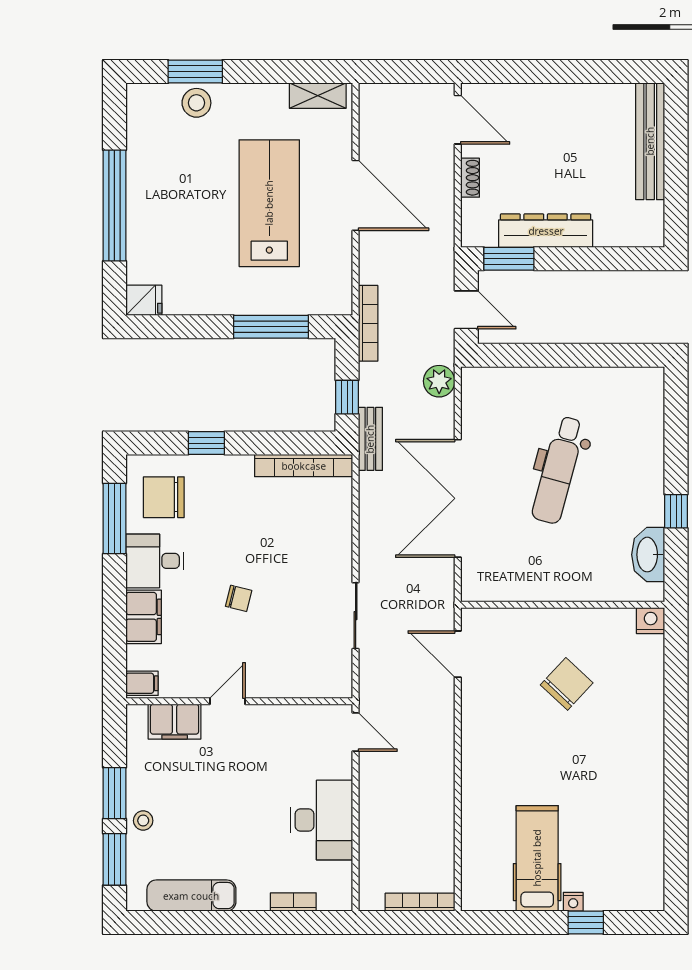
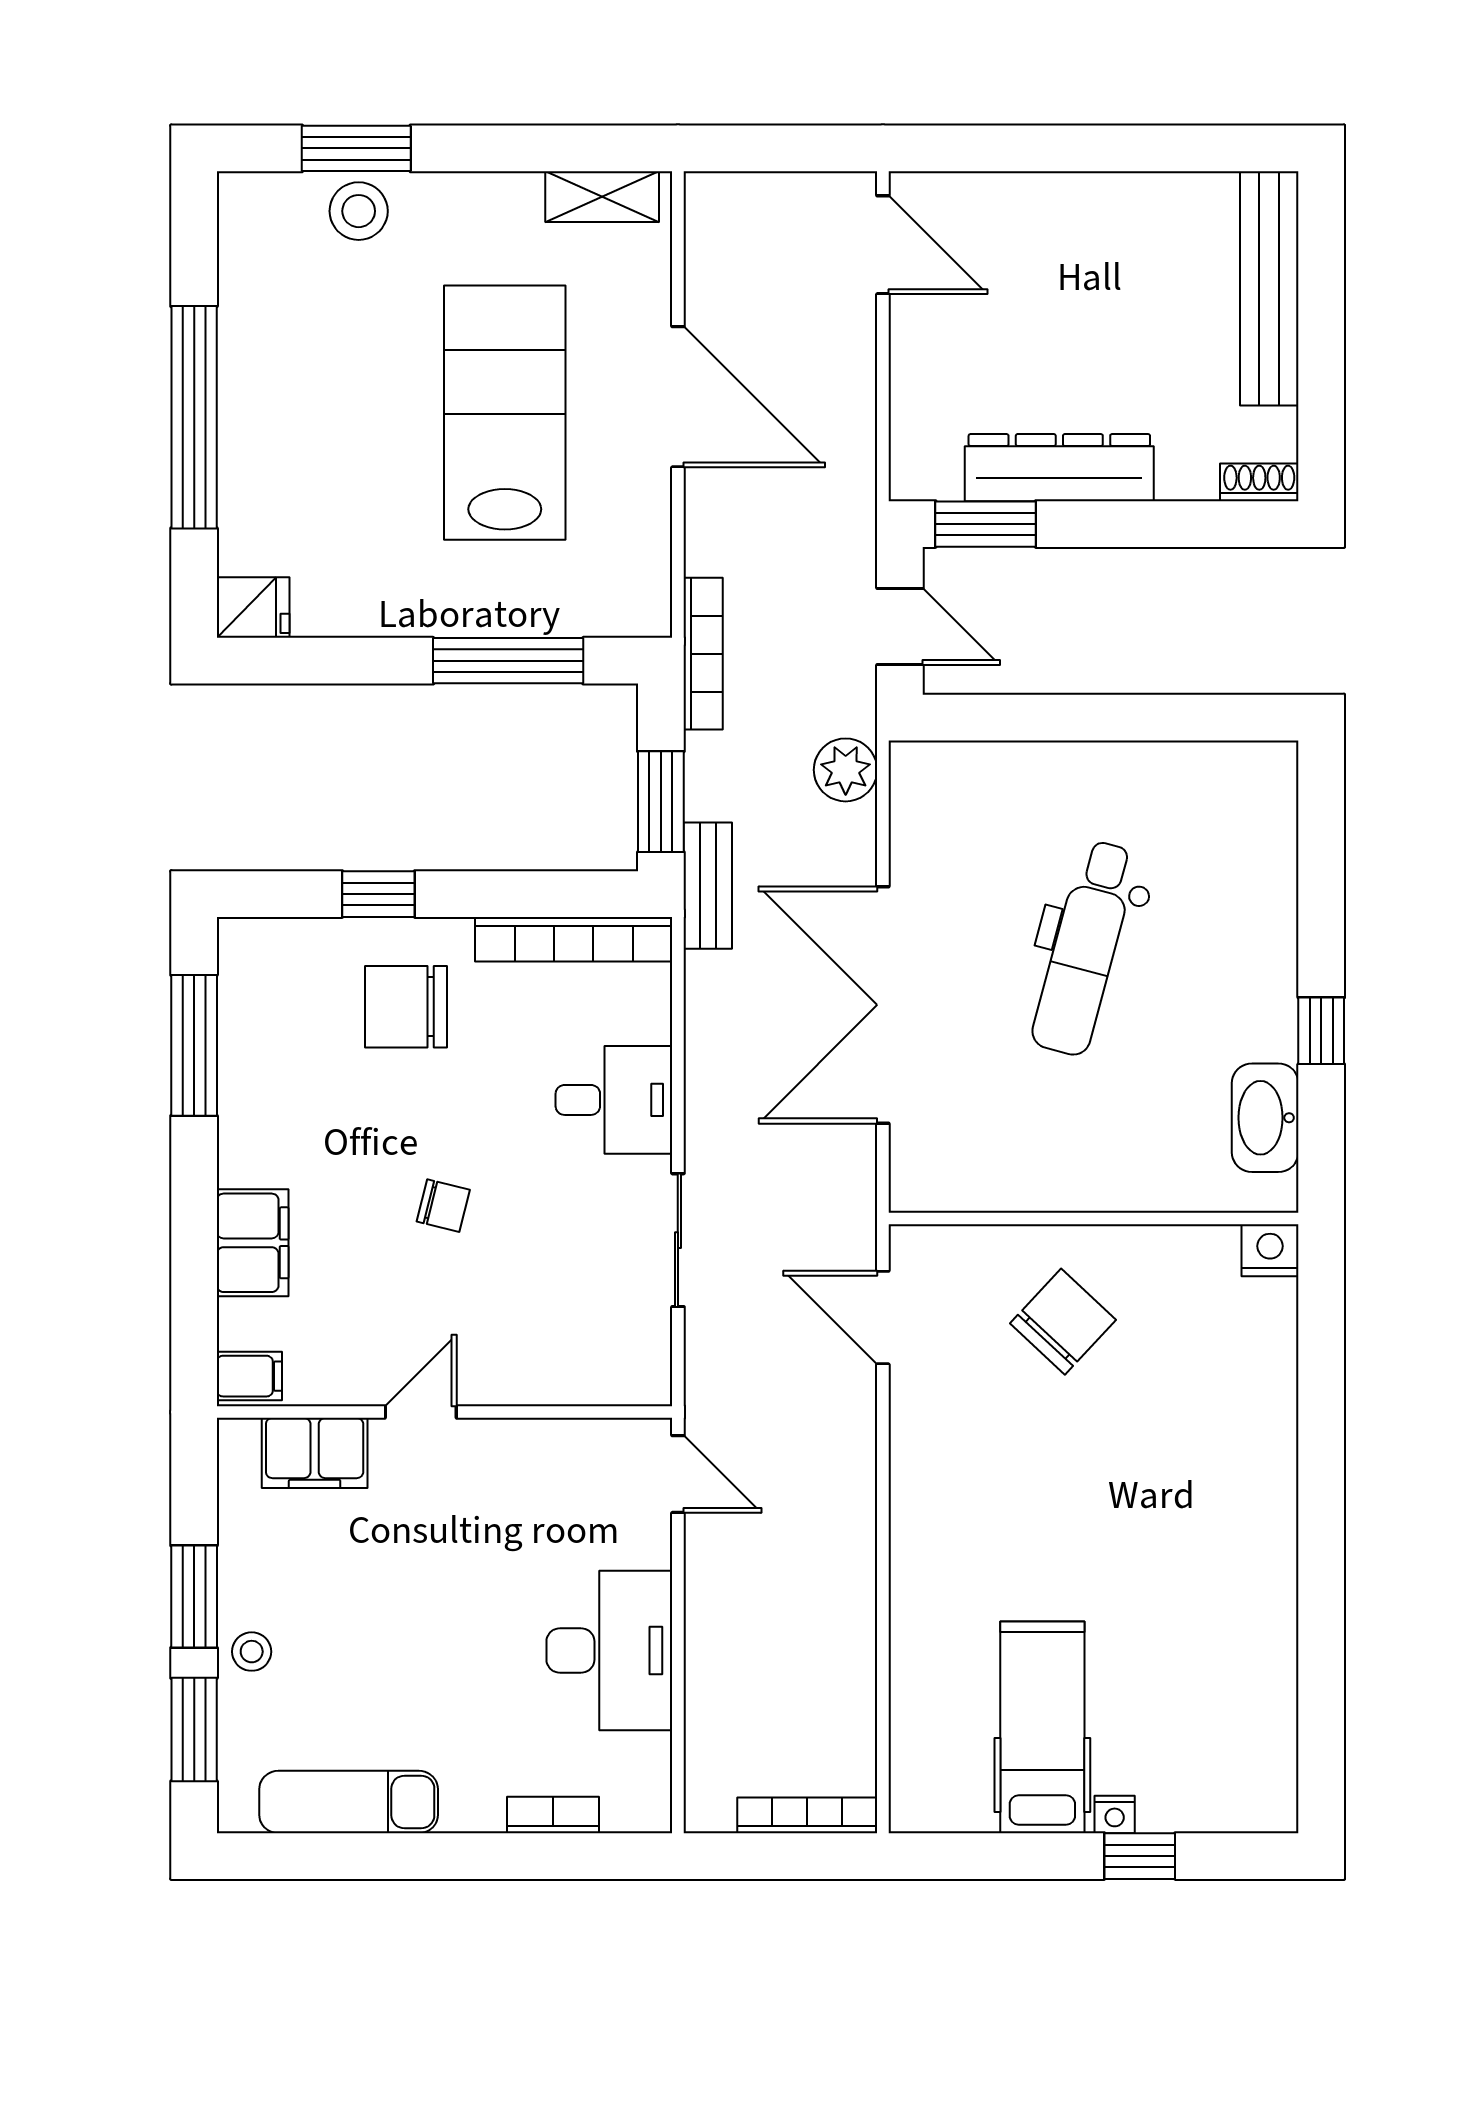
shoe rack: (470, 178) -> (1259, 482), moved, turned -90
window: (347, 397) -> (661, 802), width x1.50
chair: (164, 497) -> (406, 1007), moved
desk: (155, 561) -> (614, 1100), moved, turned 180
chair: (567, 684) -> (1063, 1322), moved

